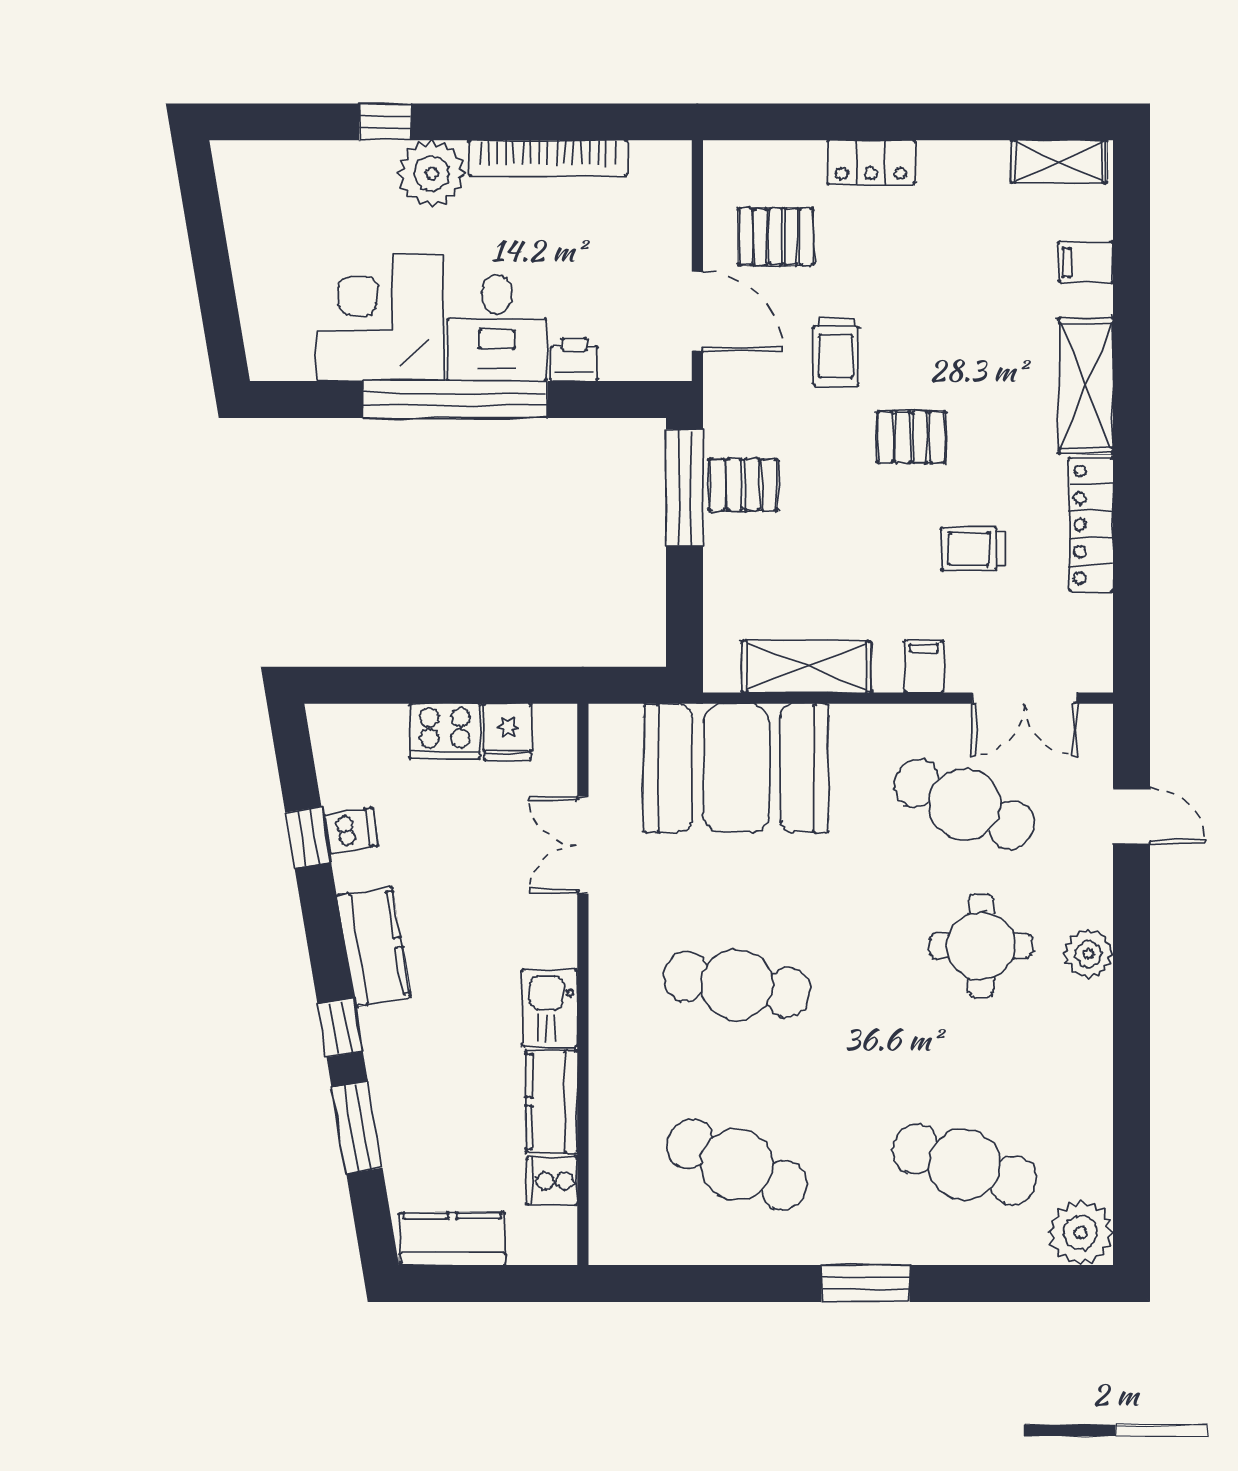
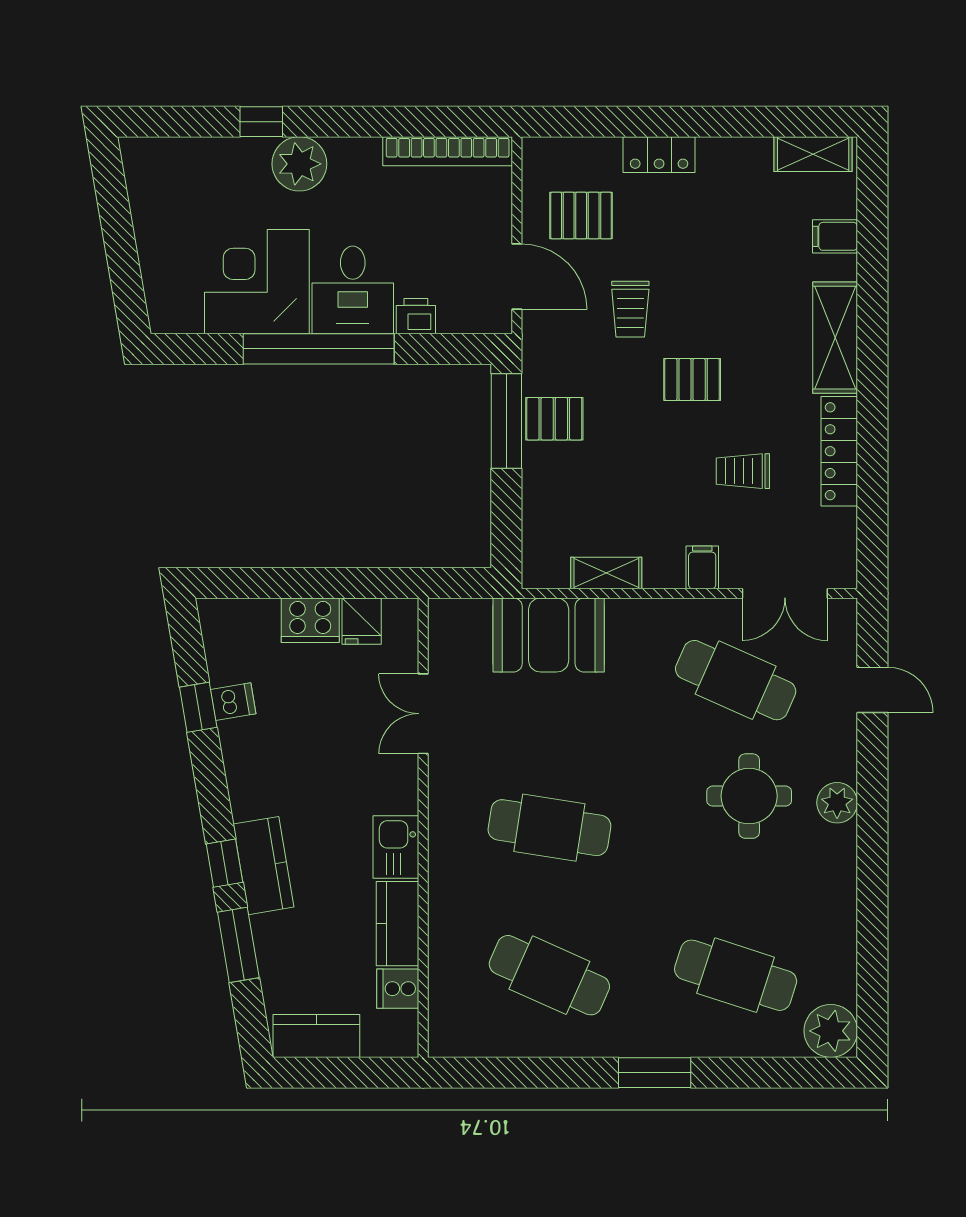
bookcase: (548, 158) -> (448, 151), moved
shelving: (806, 667) -> (606, 573), width x0.67, depth x0.75
booth: (736, 768) -> (549, 635), width x0.73, depth x0.70
kitchen counter: (374, 946) -> (263, 866), moved

